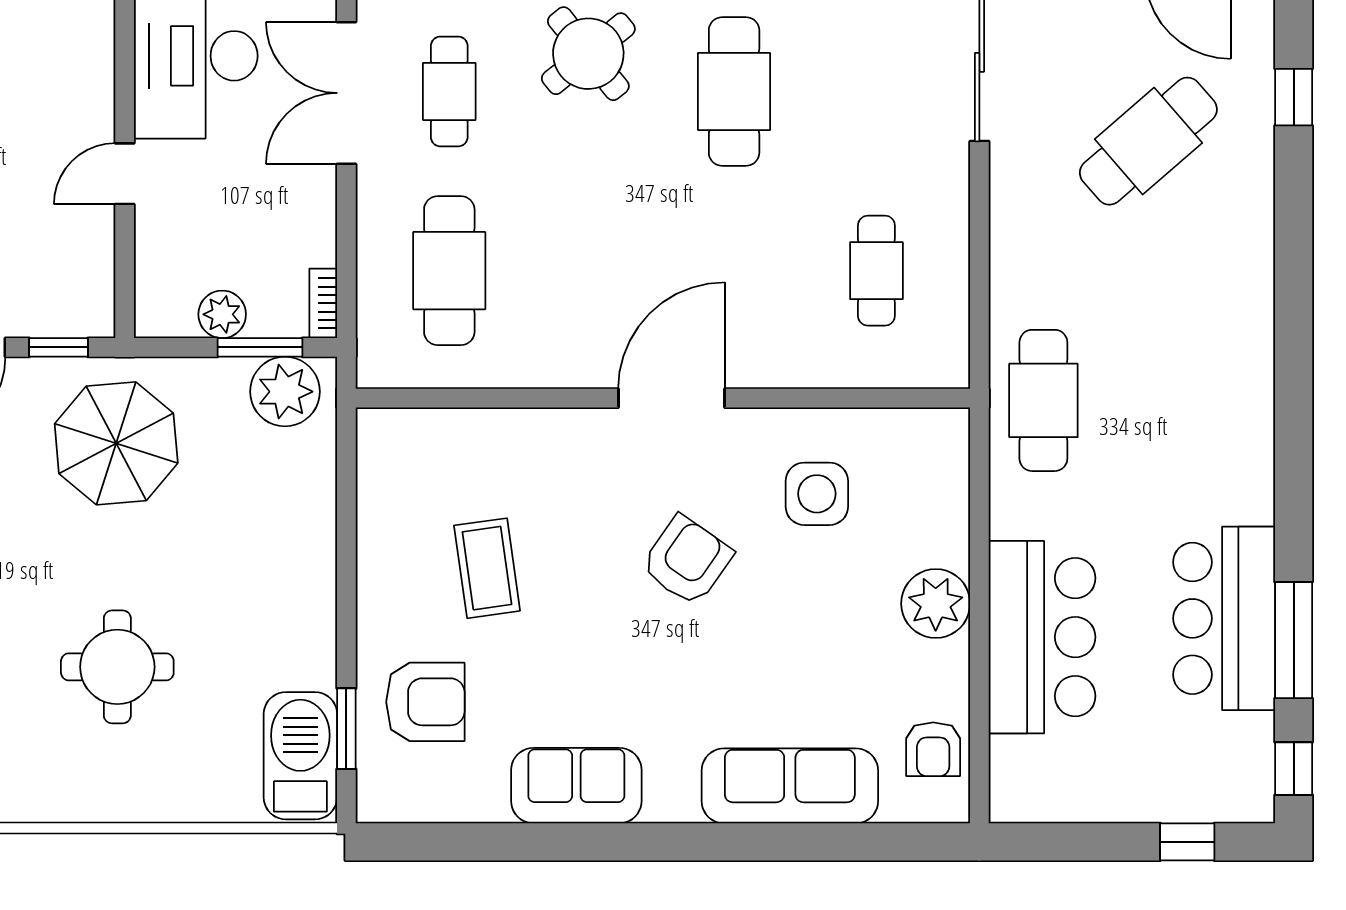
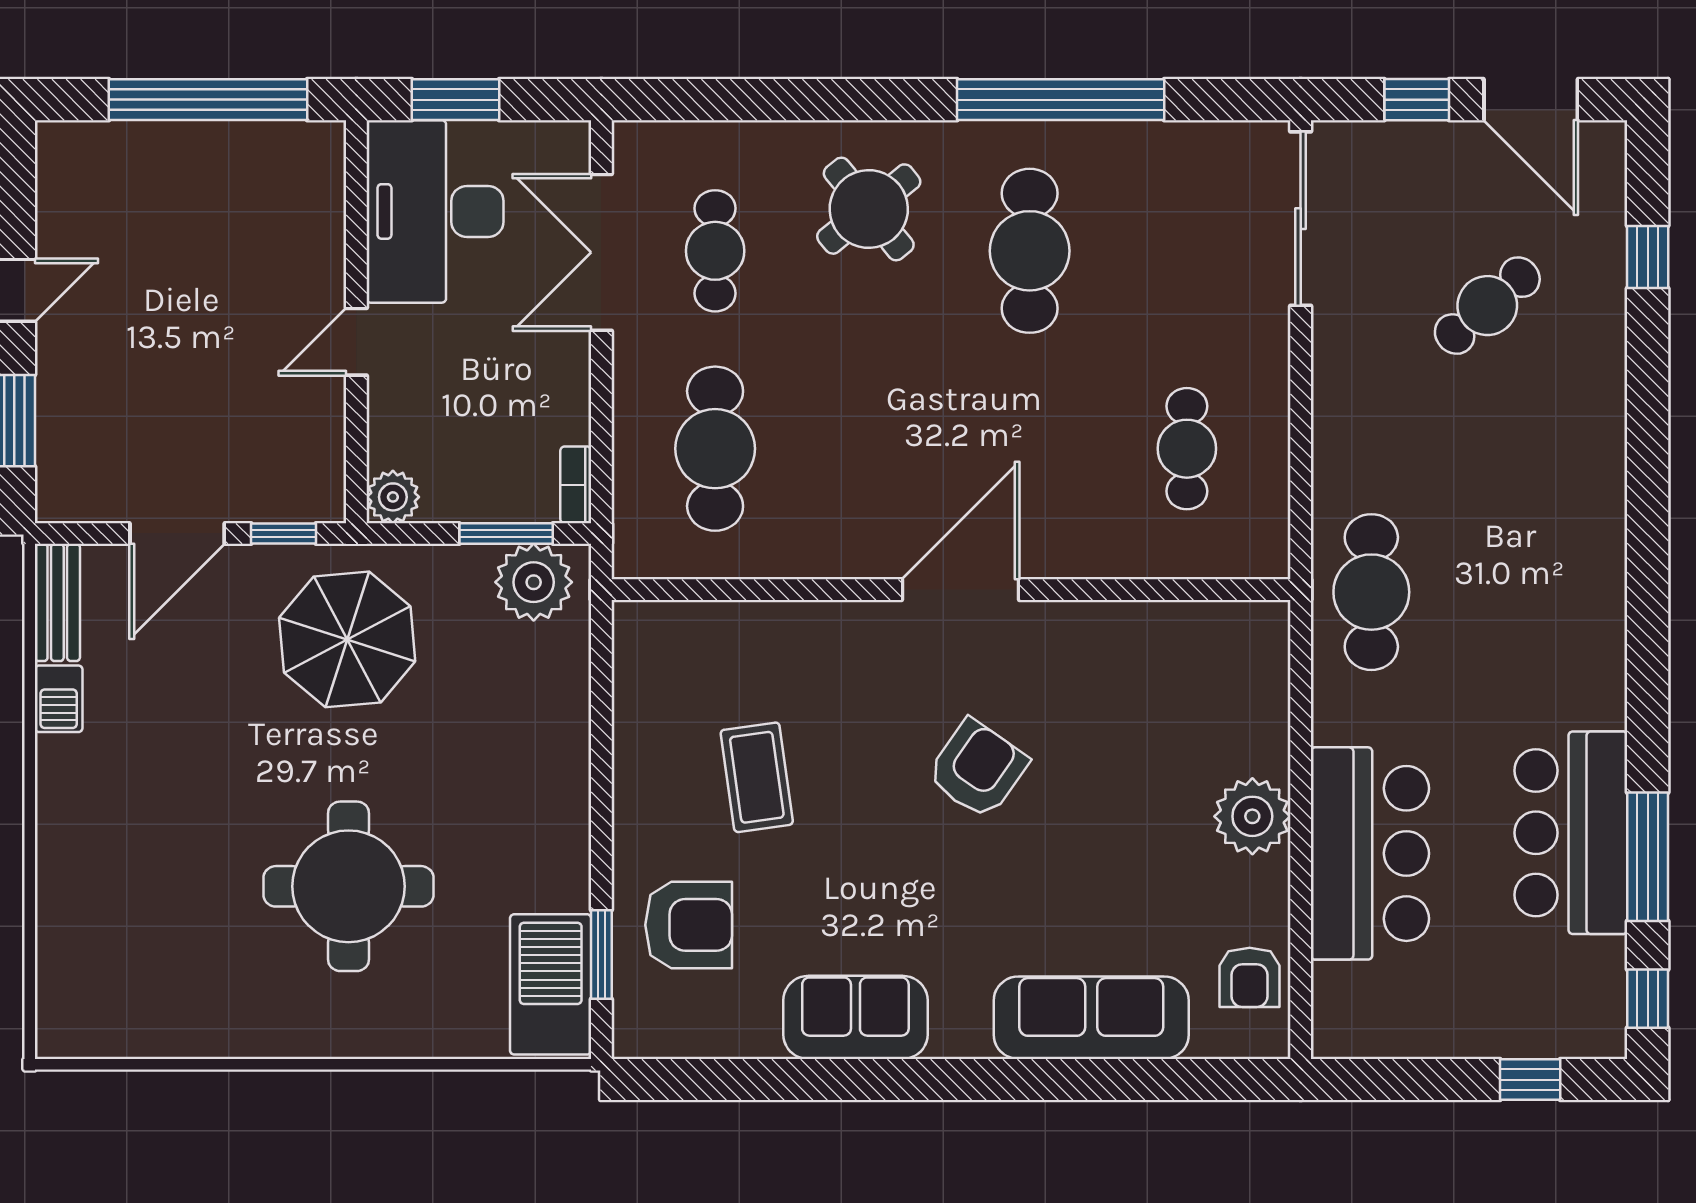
cafe table: (1148, 141) -> (1487, 306), width x0.73, depth x0.74
plant: (222, 314) -> (393, 497), moved
side table: (817, 494) -> (1121, 695), removed
round table: (117, 667) -> (348, 886), width x1.36, depth x1.36

